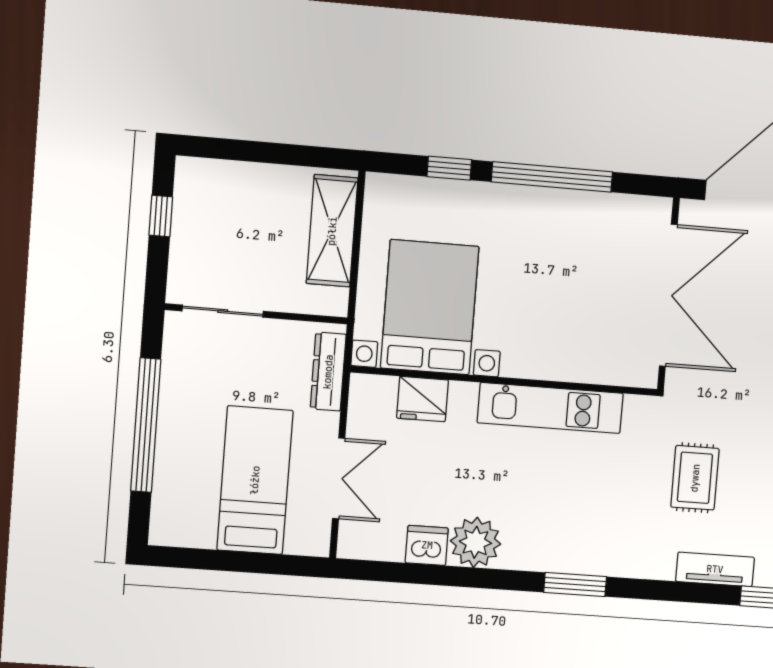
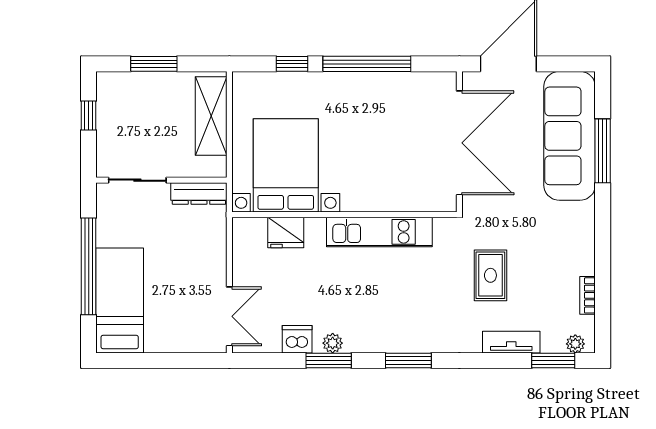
window: (258, 152) -> (154, 64), added
dresser: (328, 372) -> (199, 193), moved, turned -90
double door: (339, 478) -> (229, 316), moved
bed: (255, 480) -> (120, 300), moved
plant: (475, 542) -> (333, 343), width x0.53, depth x0.53
window: (467, 577) -> (329, 360), added

